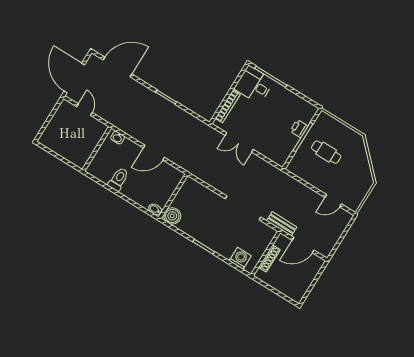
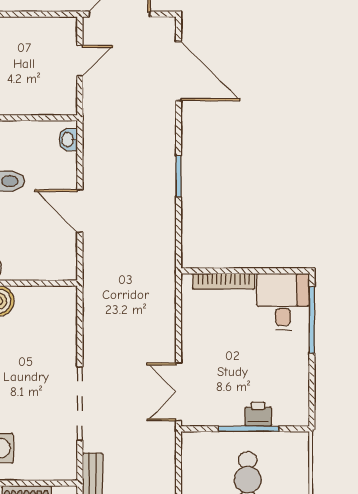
double door: (239, 142) -> (179, 392), moved

